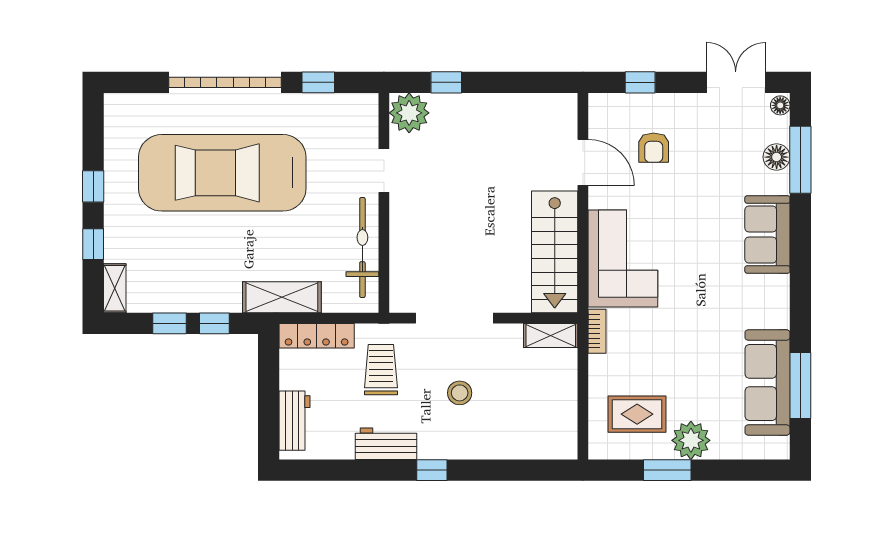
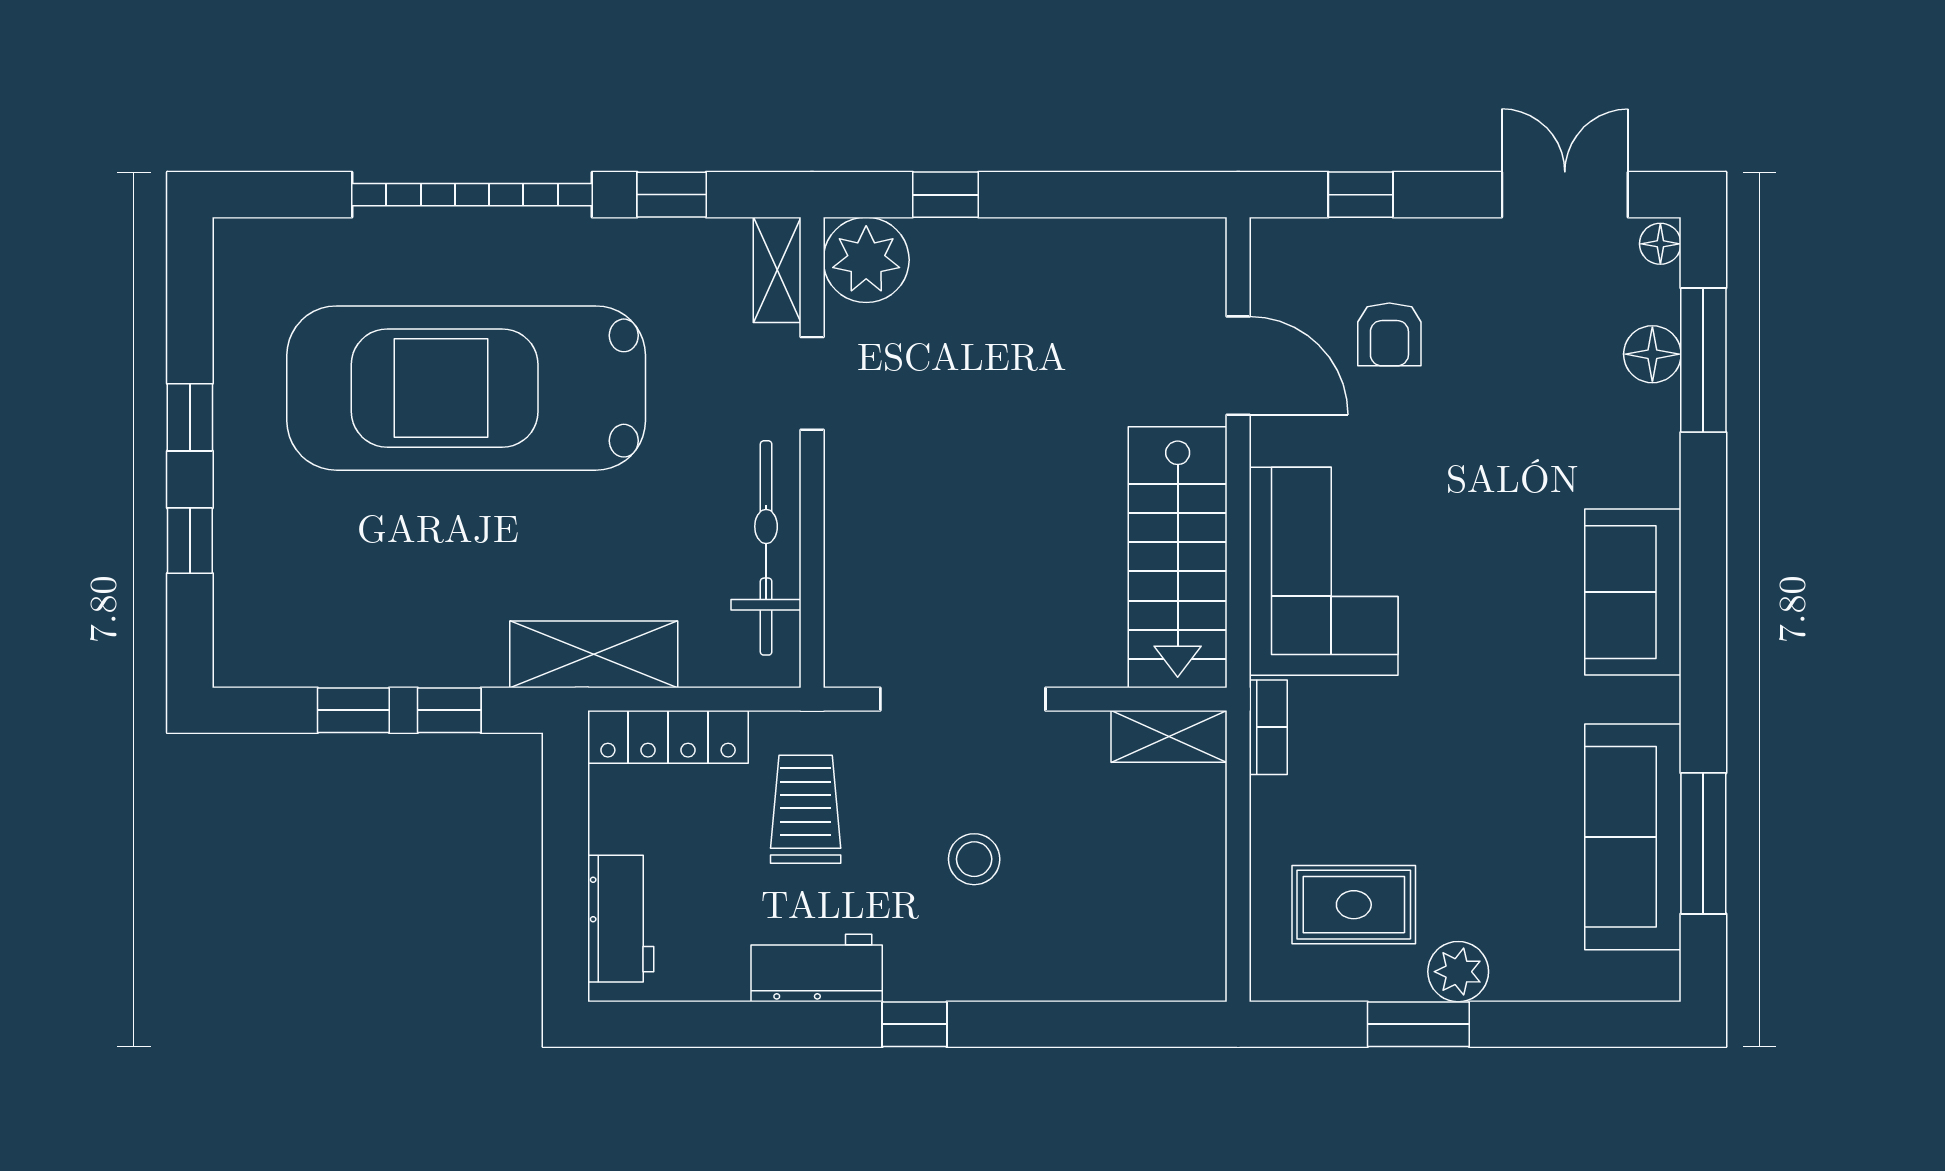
sofa: (767, 235) -> (1633, 592), moved
shelving: (115, 288) -> (777, 270), moved
plant: (691, 440) -> (1458, 972), width x0.73, depth x0.73

